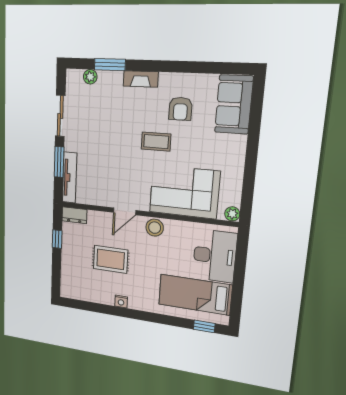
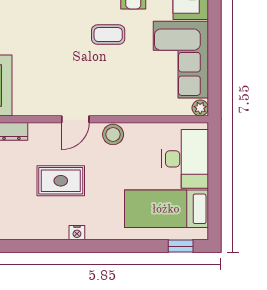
corner sofa: (184, 192) -> (181, 60), moved, turned -90

